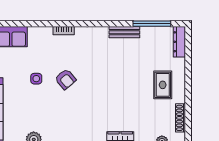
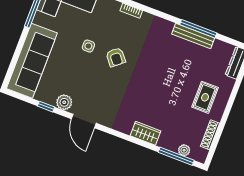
window: (152, 24) -> (198, 29), moved
bench: (124, 32) -> (193, 36), width x1.36

